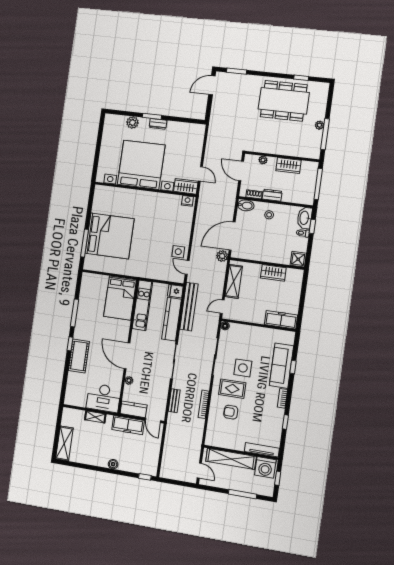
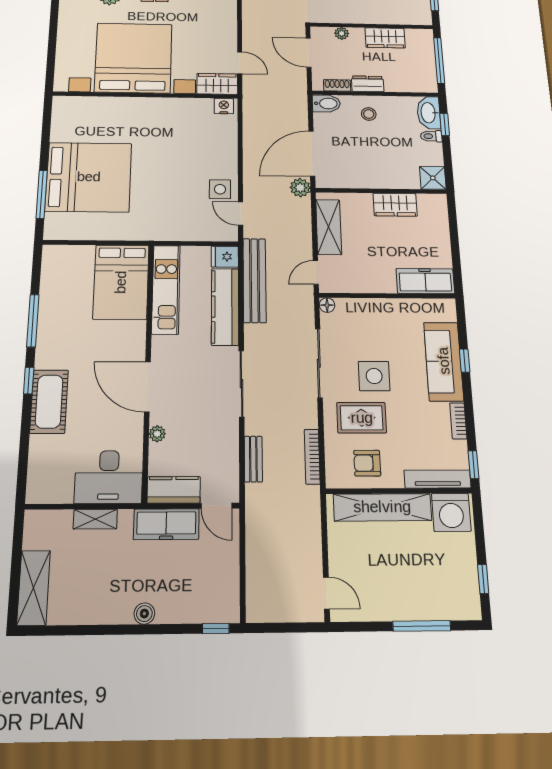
tv unit: (262, 450) -> (438, 479), moved
wall: (241, 452) -> (399, 491), moved
shelving: (231, 459) -> (382, 507), moved
washing machine: (265, 467) -> (451, 512), moved

